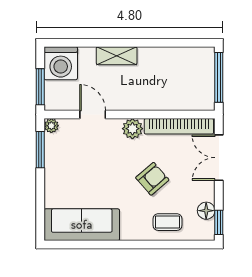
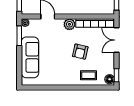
armchair: (152, 179) -> (80, 52), turned 144
floor lamp: (206, 211) -> (110, 79), moved
sofa: (82, 225) -> (30, 57), moved, turned 90

